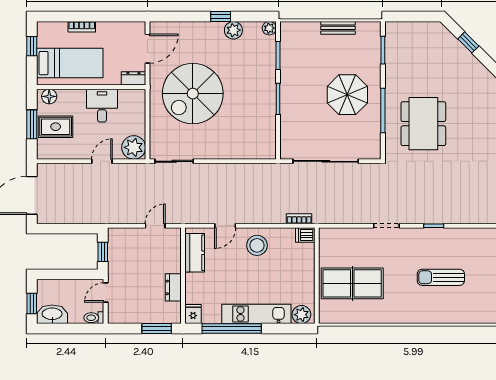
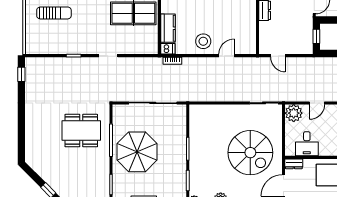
spiral stairs: (193, 94) -> (250, 153), turned 90
parasol: (347, 95) -> (137, 152), width x1.36, depth x1.36
desk: (102, 106) -> (307, 144), moved
dining table: (423, 124) -> (81, 131), turned 90
door: (155, 226) -> (278, 56), hinge flipped
kitchen counter: (195, 253) -> (168, 28), moved, turned 180
sun lounger: (441, 277) -> (54, 13), moved

